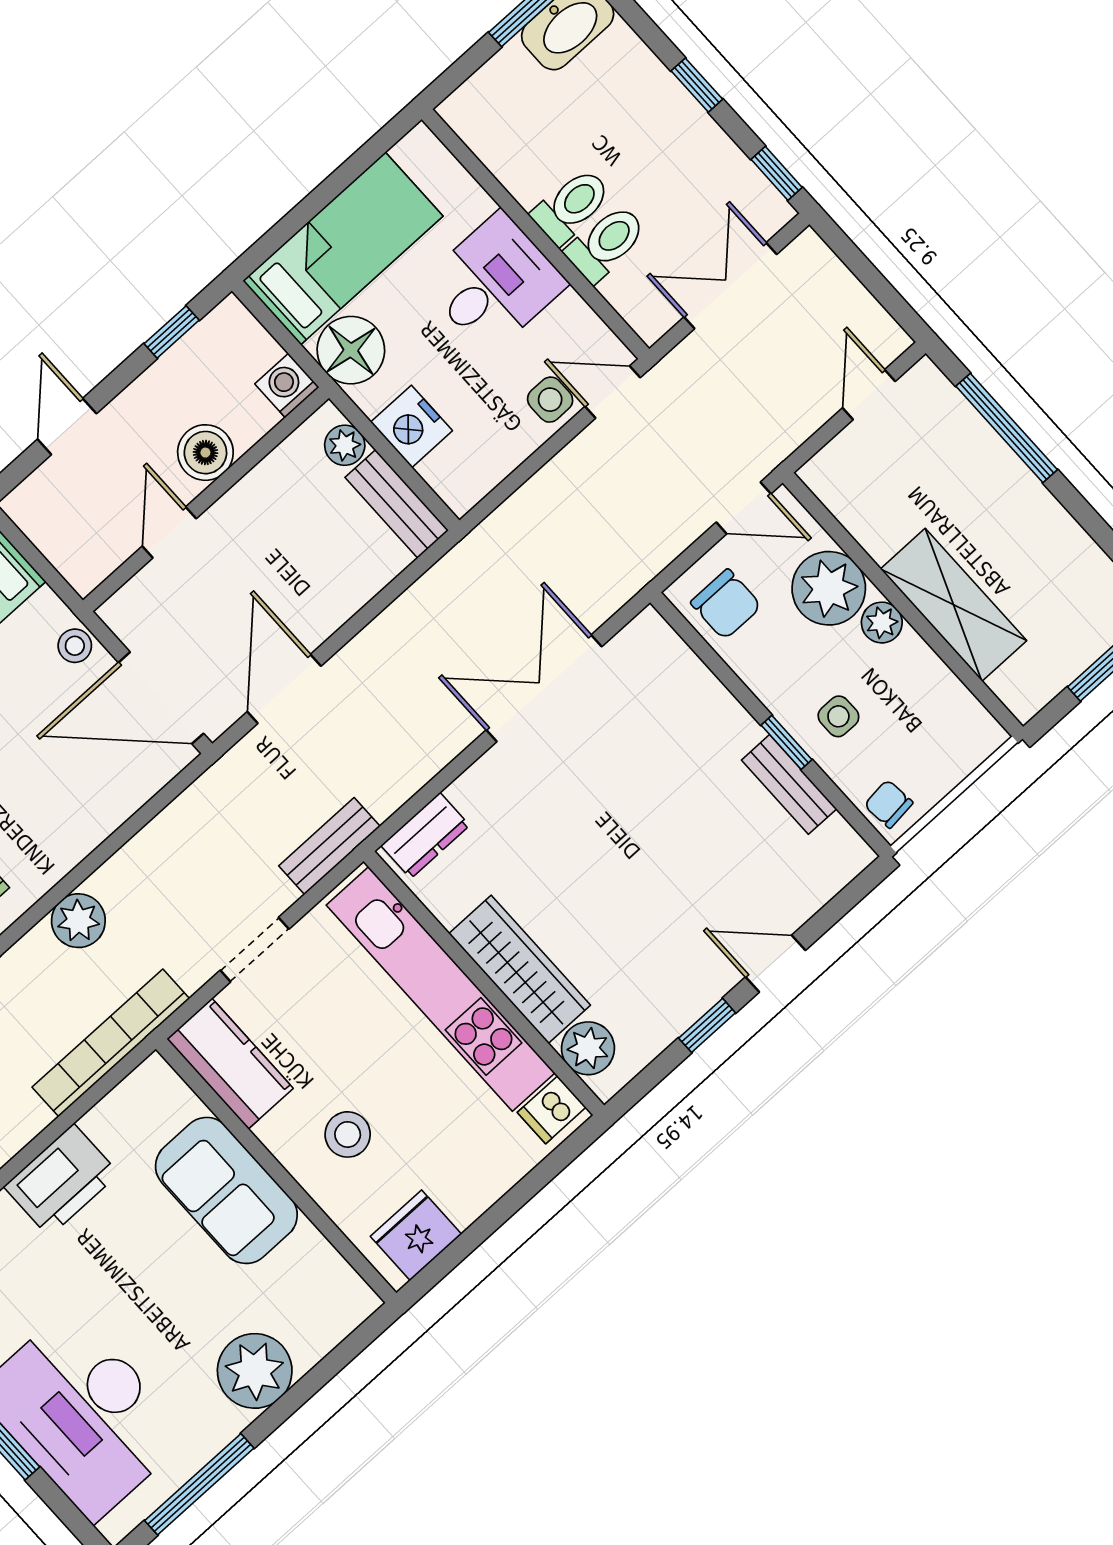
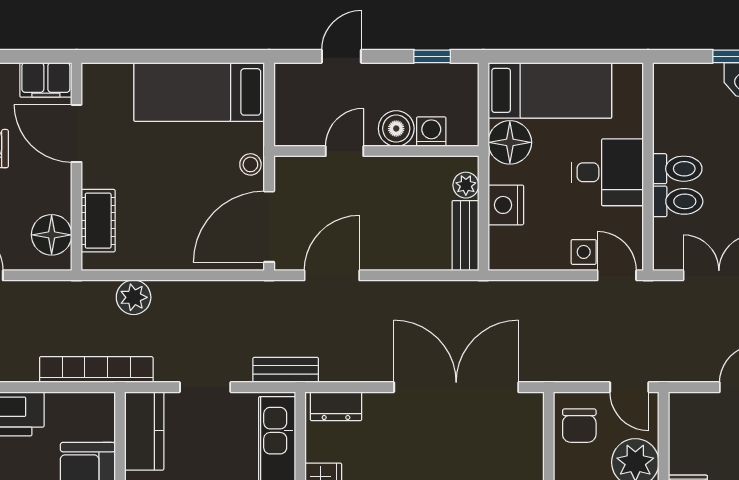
washing machine: (287, 385) -> (431, 132), moved
double door: (544, 688) -> (456, 387), width x1.36
door: (161, 698) -> (269, 227), hinge flipped

